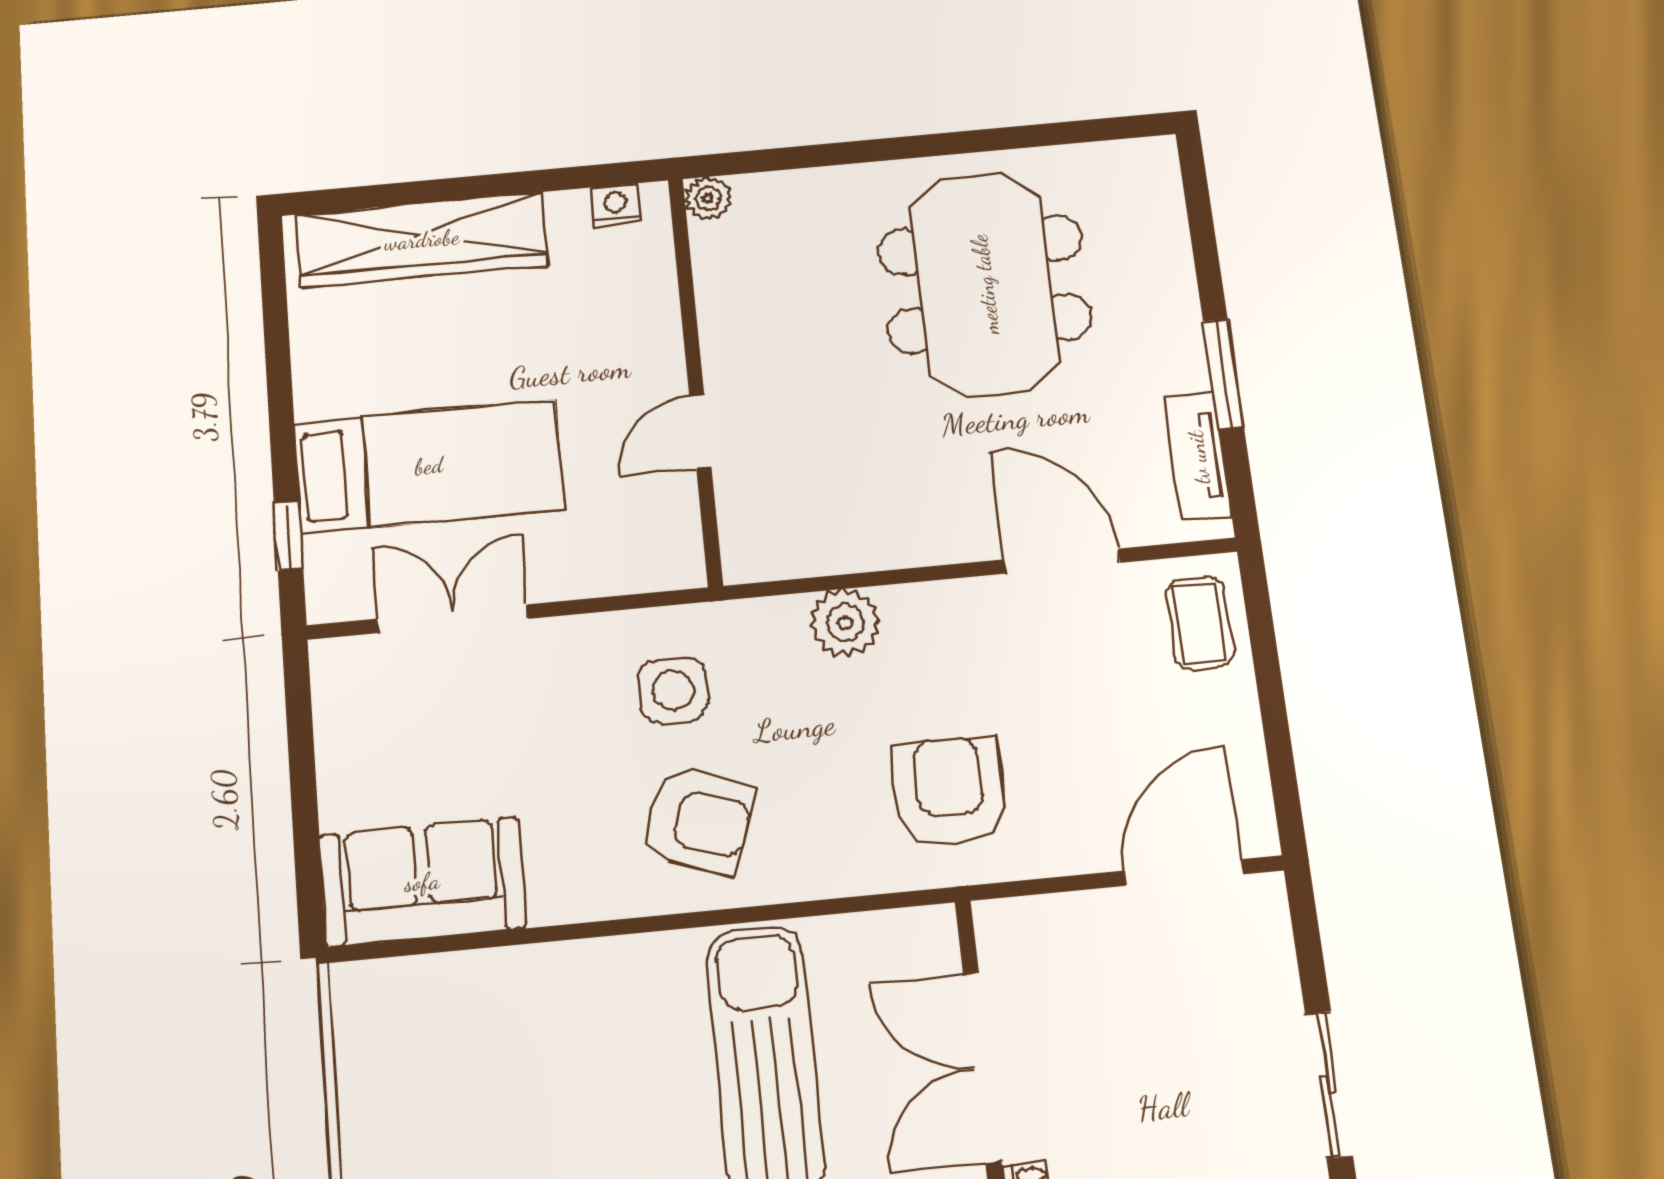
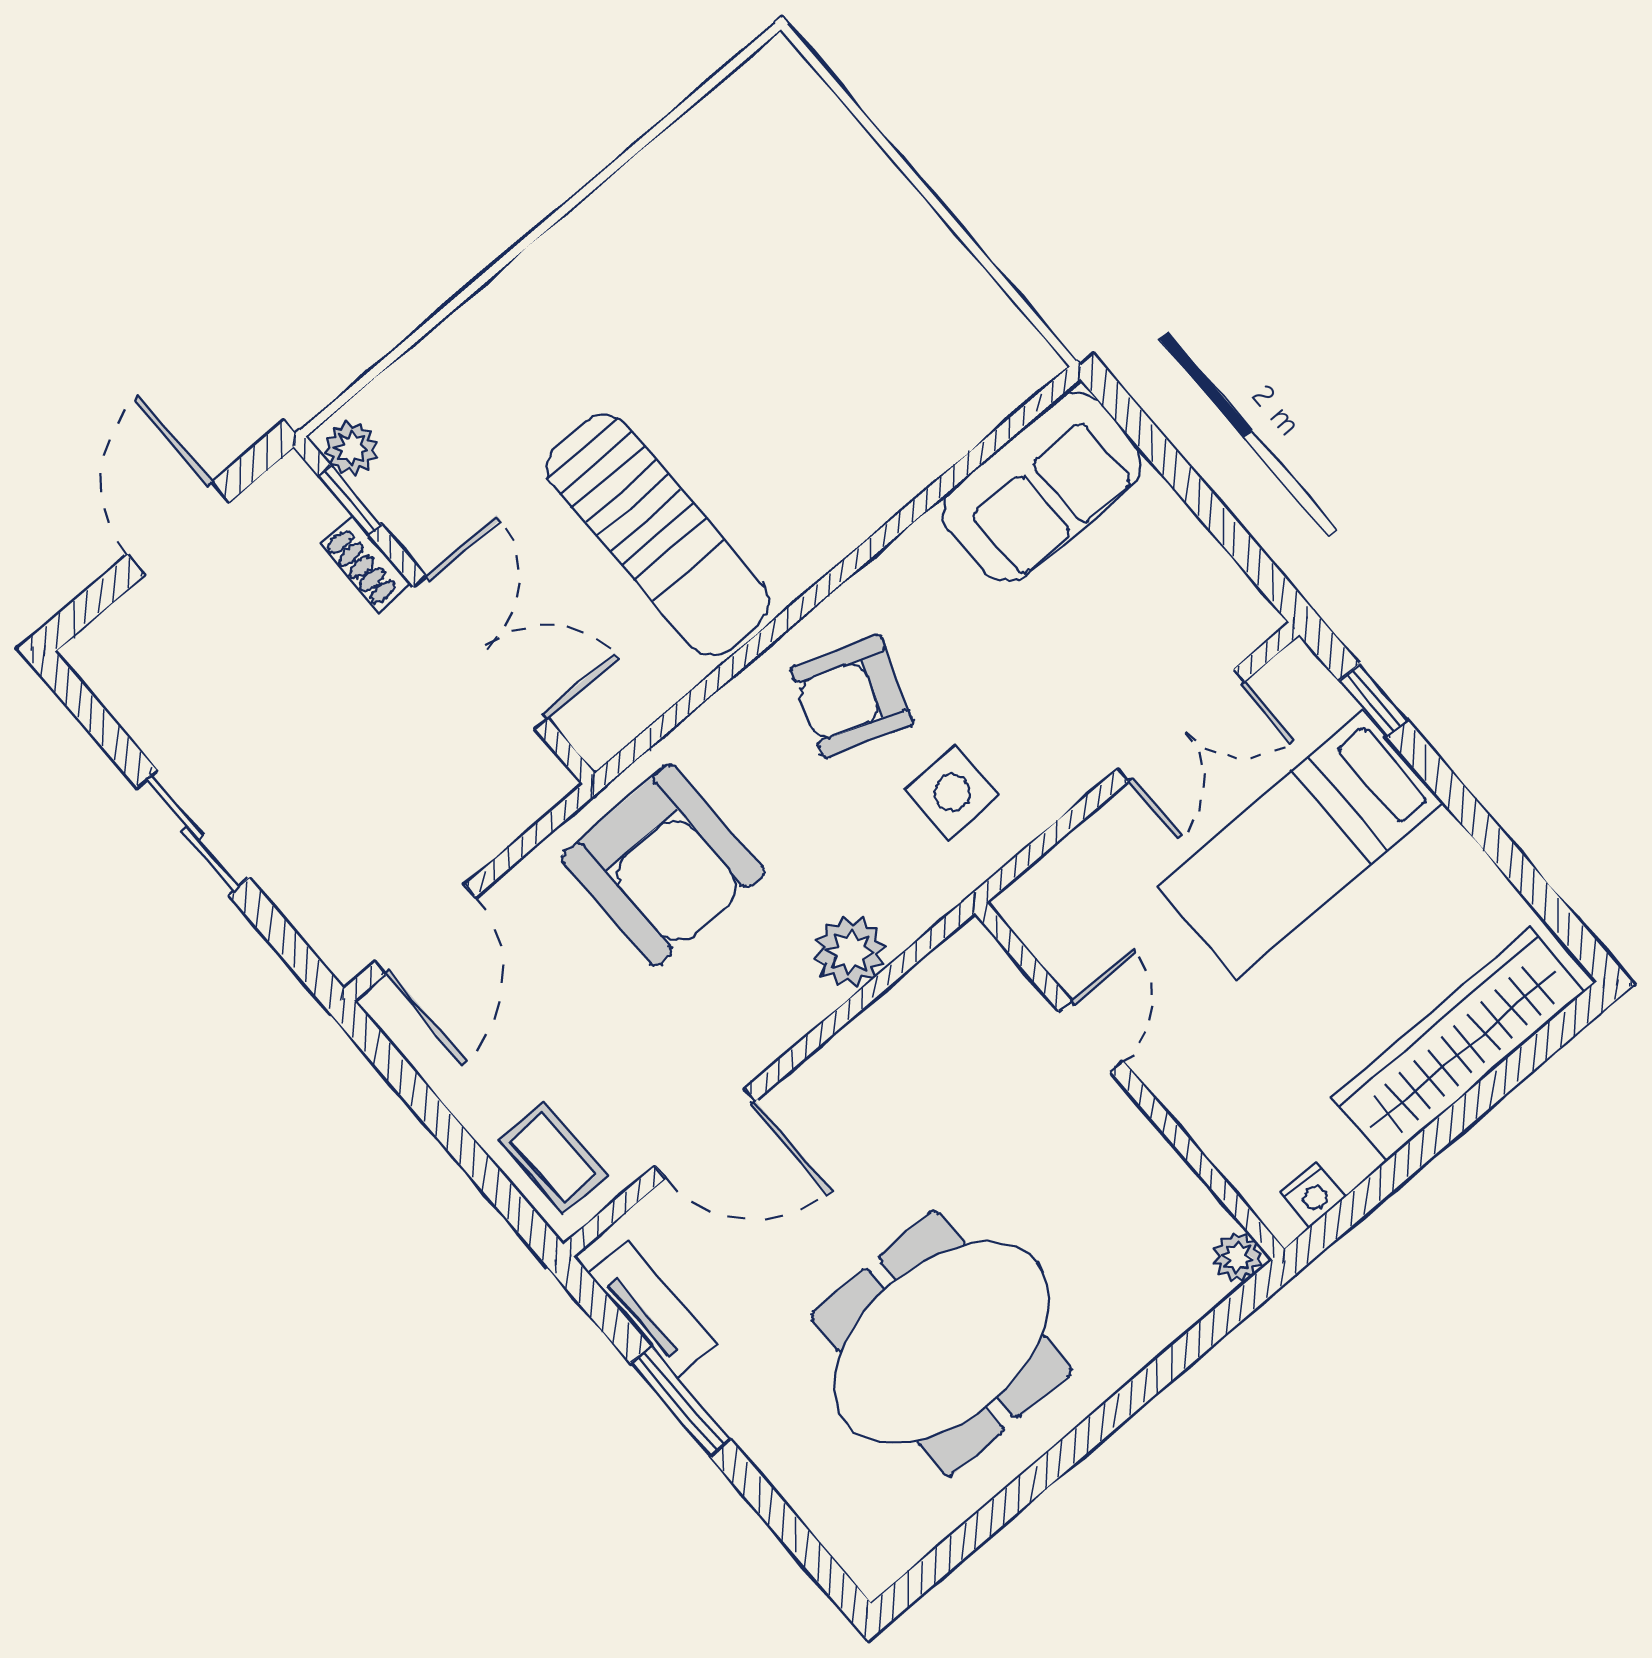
meeting table: (985, 284) -> (941, 1343), turned 90
armchair: (950, 792) -> (663, 865), width x1.36, depth x1.36

